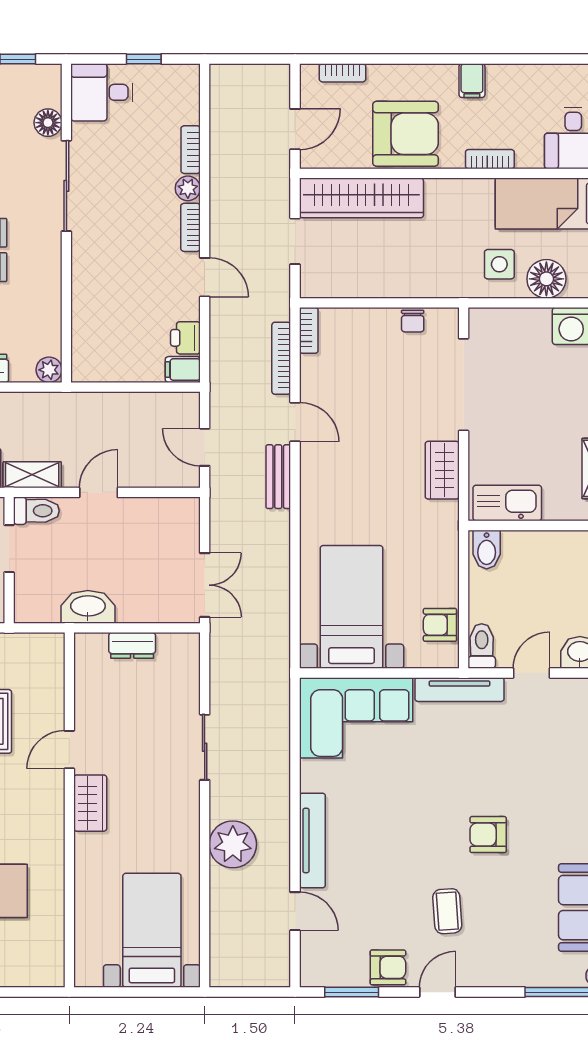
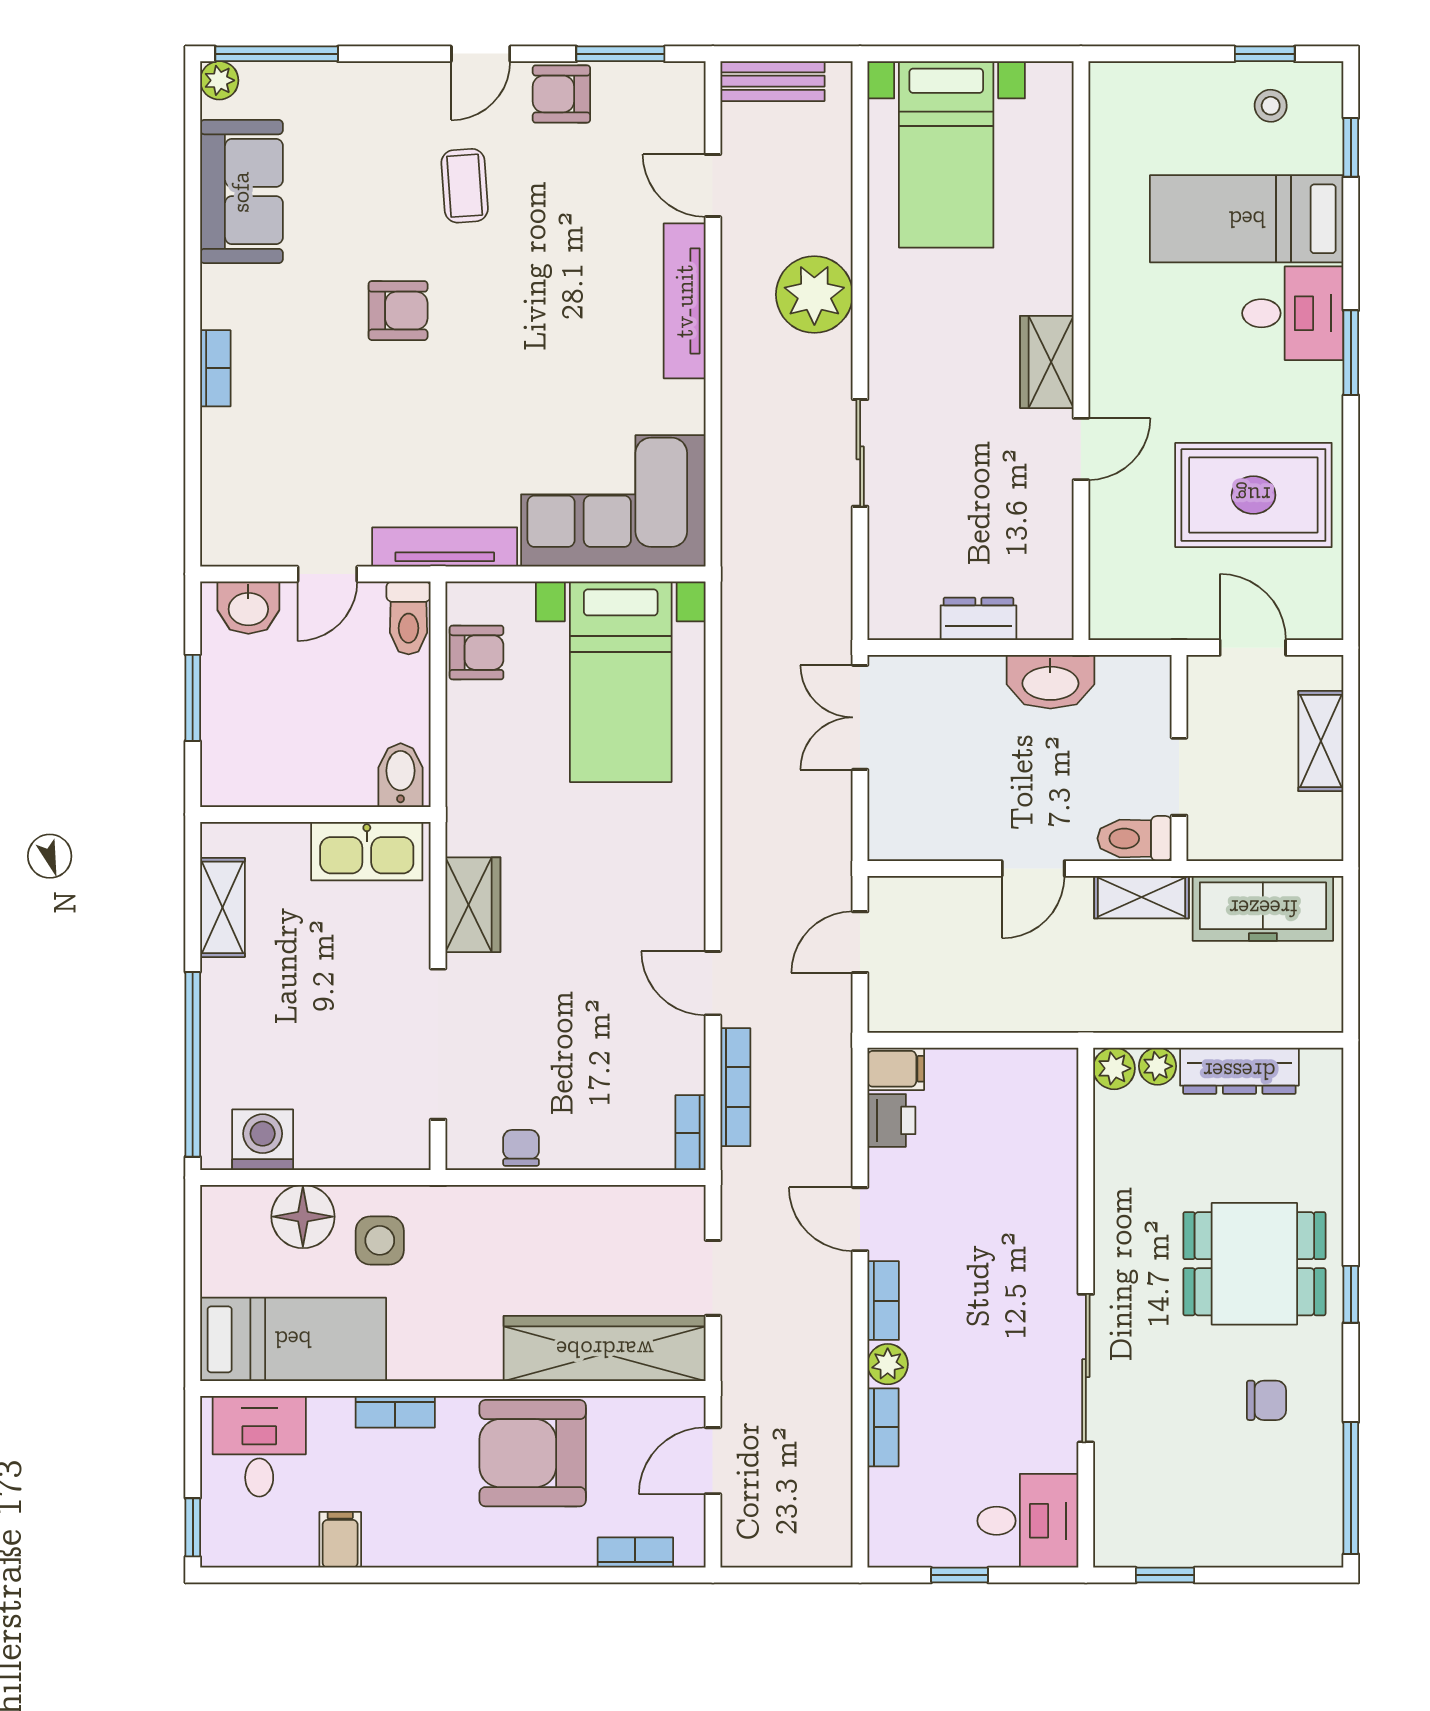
filing cabinet: (472, 81) -> (340, 1540), moved
floor lamp: (48, 123) -> (1116, 1471), removed
plant: (22, 371) -> (1157, 1066), added
door: (205, 447) -> (860, 942), swing flipped
bench: (278, 477) -> (772, 81), moved, turned 90

